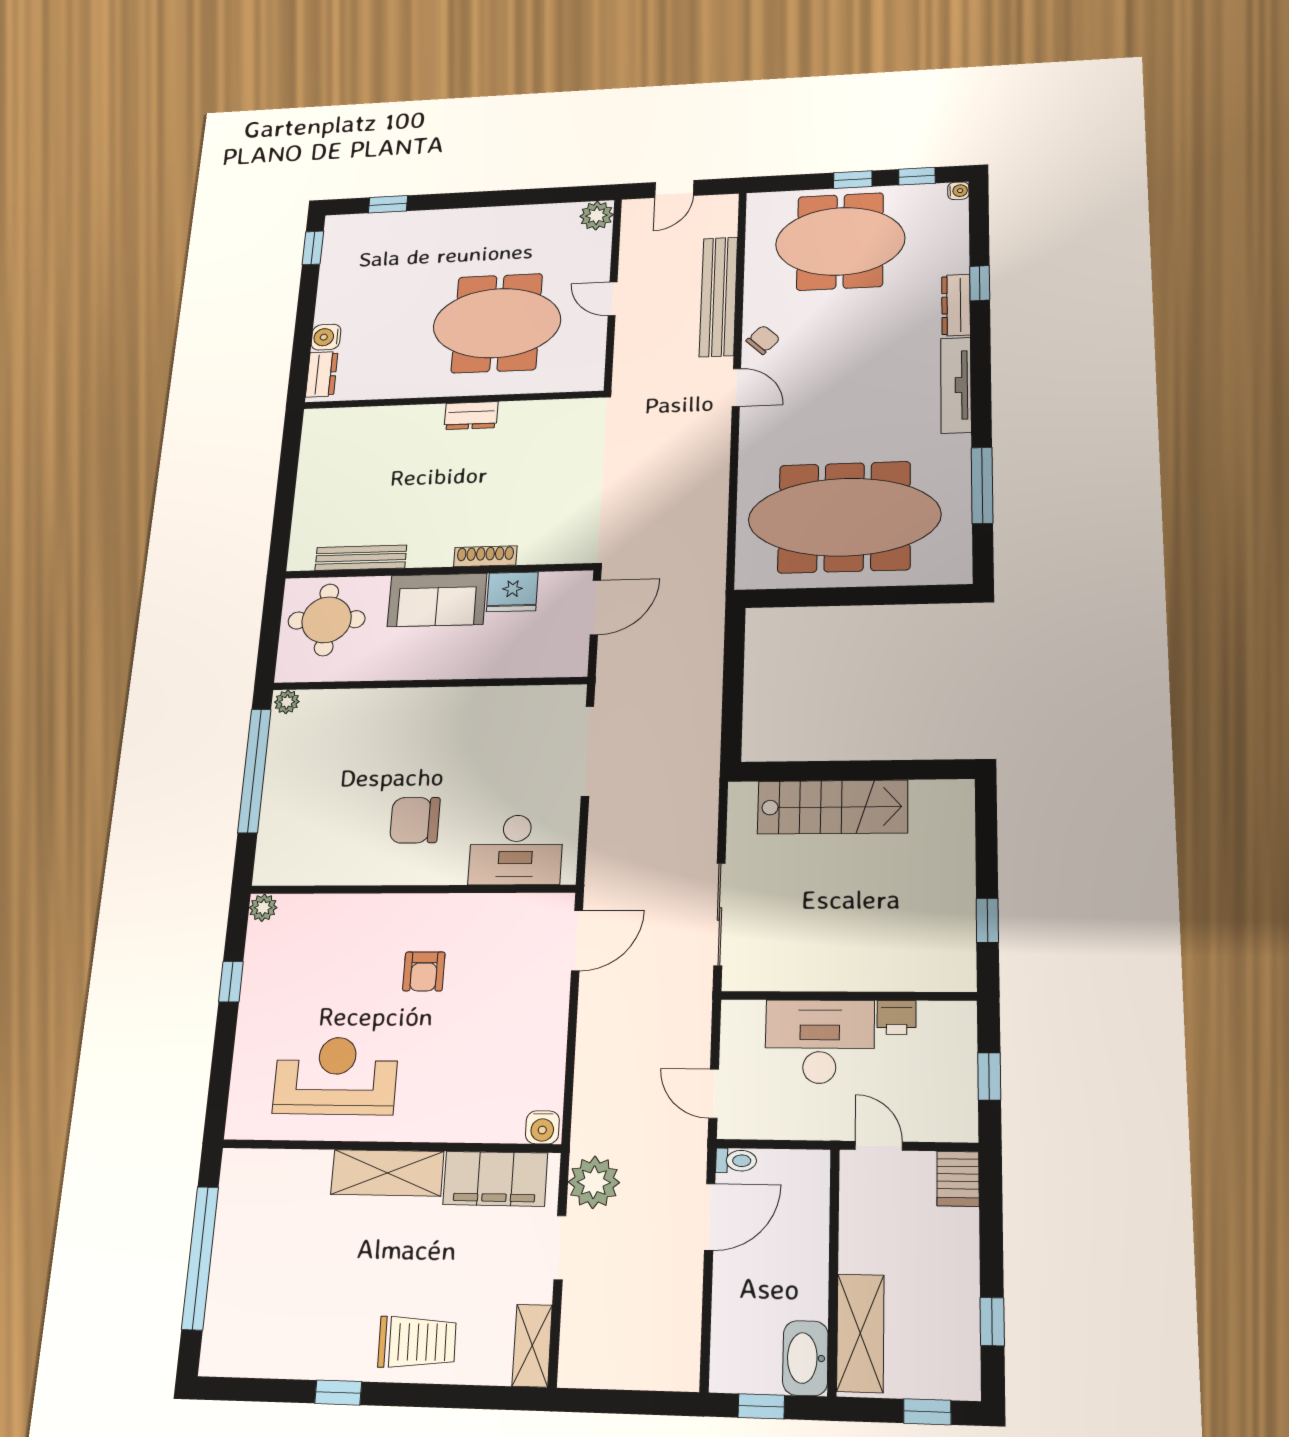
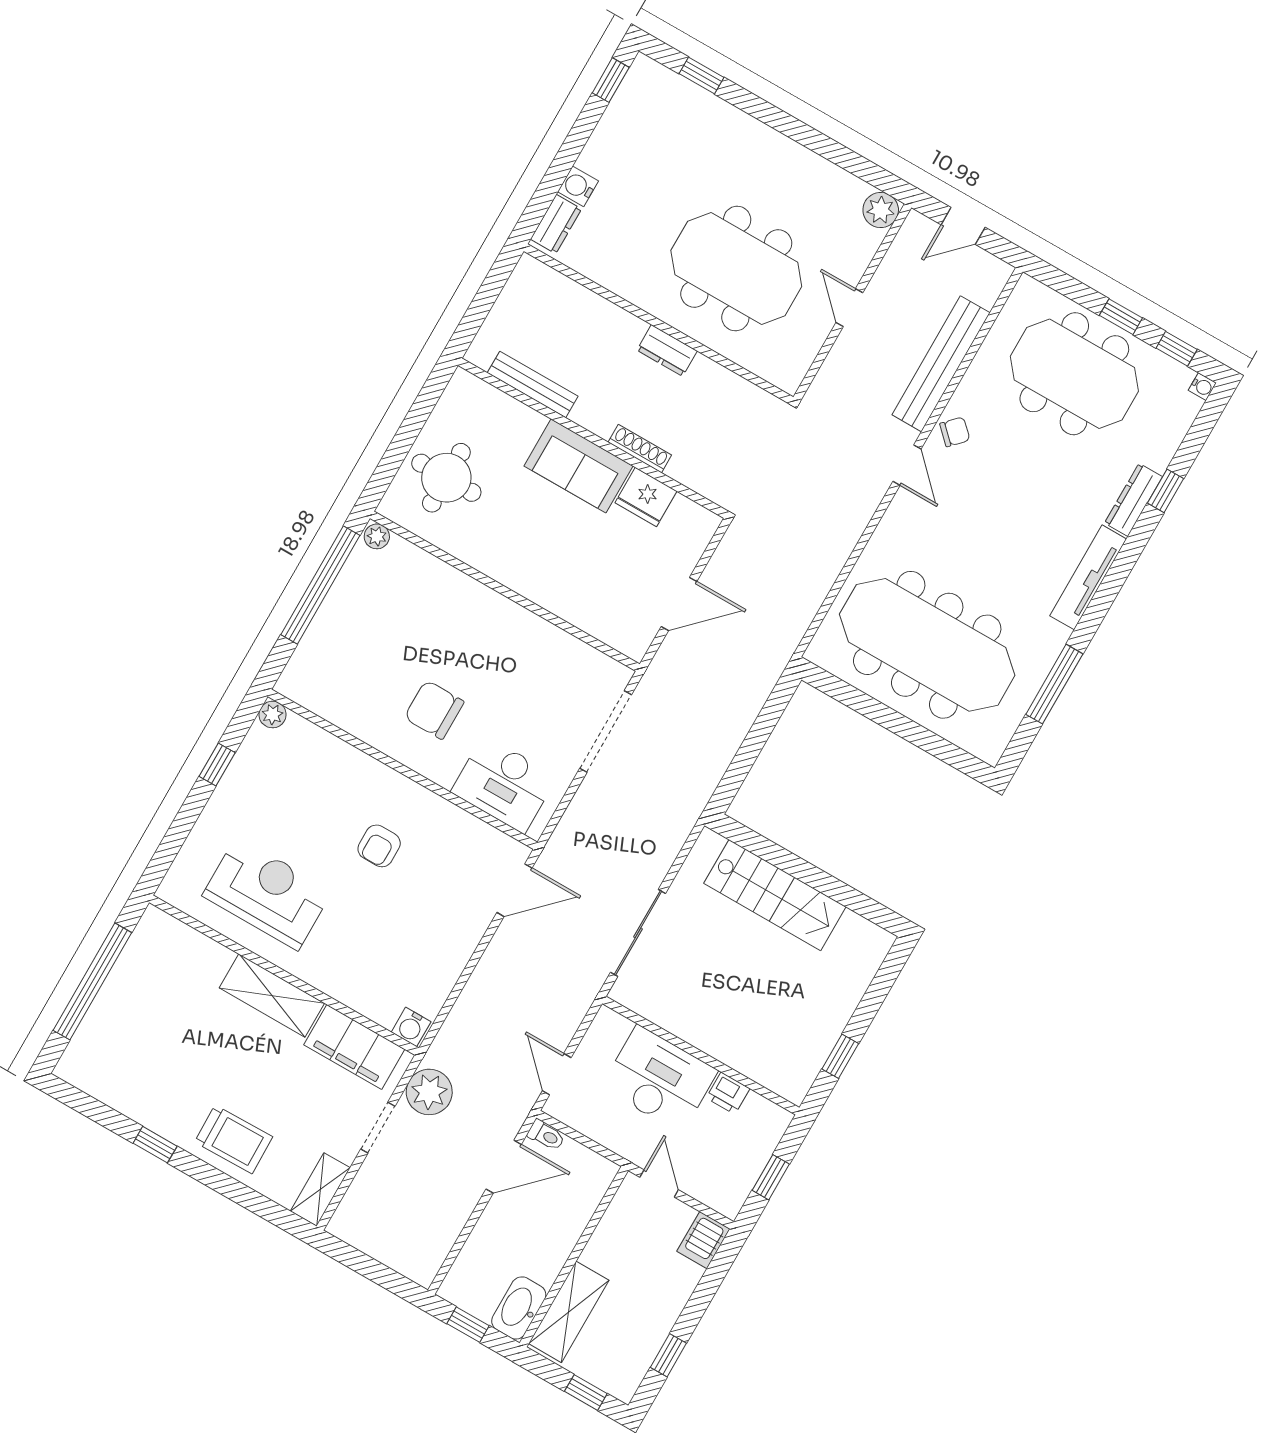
shoe rack: (485, 556) -> (640, 449), moved
bench: (361, 558) -> (533, 385), moved
wall: (438, 571) -> (593, 438), moved
fridge: (512, 592) -> (646, 497), moved
sofa: (437, 600) -> (579, 466), moved

